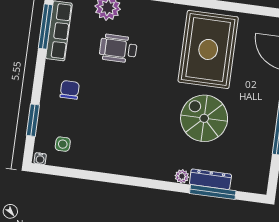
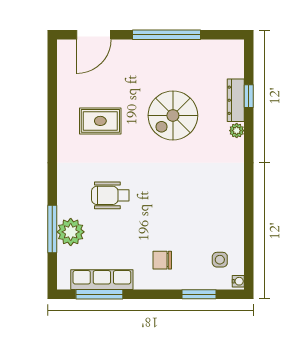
wheelchair: (118, 49) -> (110, 195), moved, turned 90
rug: (208, 49) -> (100, 121), width x0.54, depth x0.49
window: (213, 192) -> (249, 96), width x0.46

